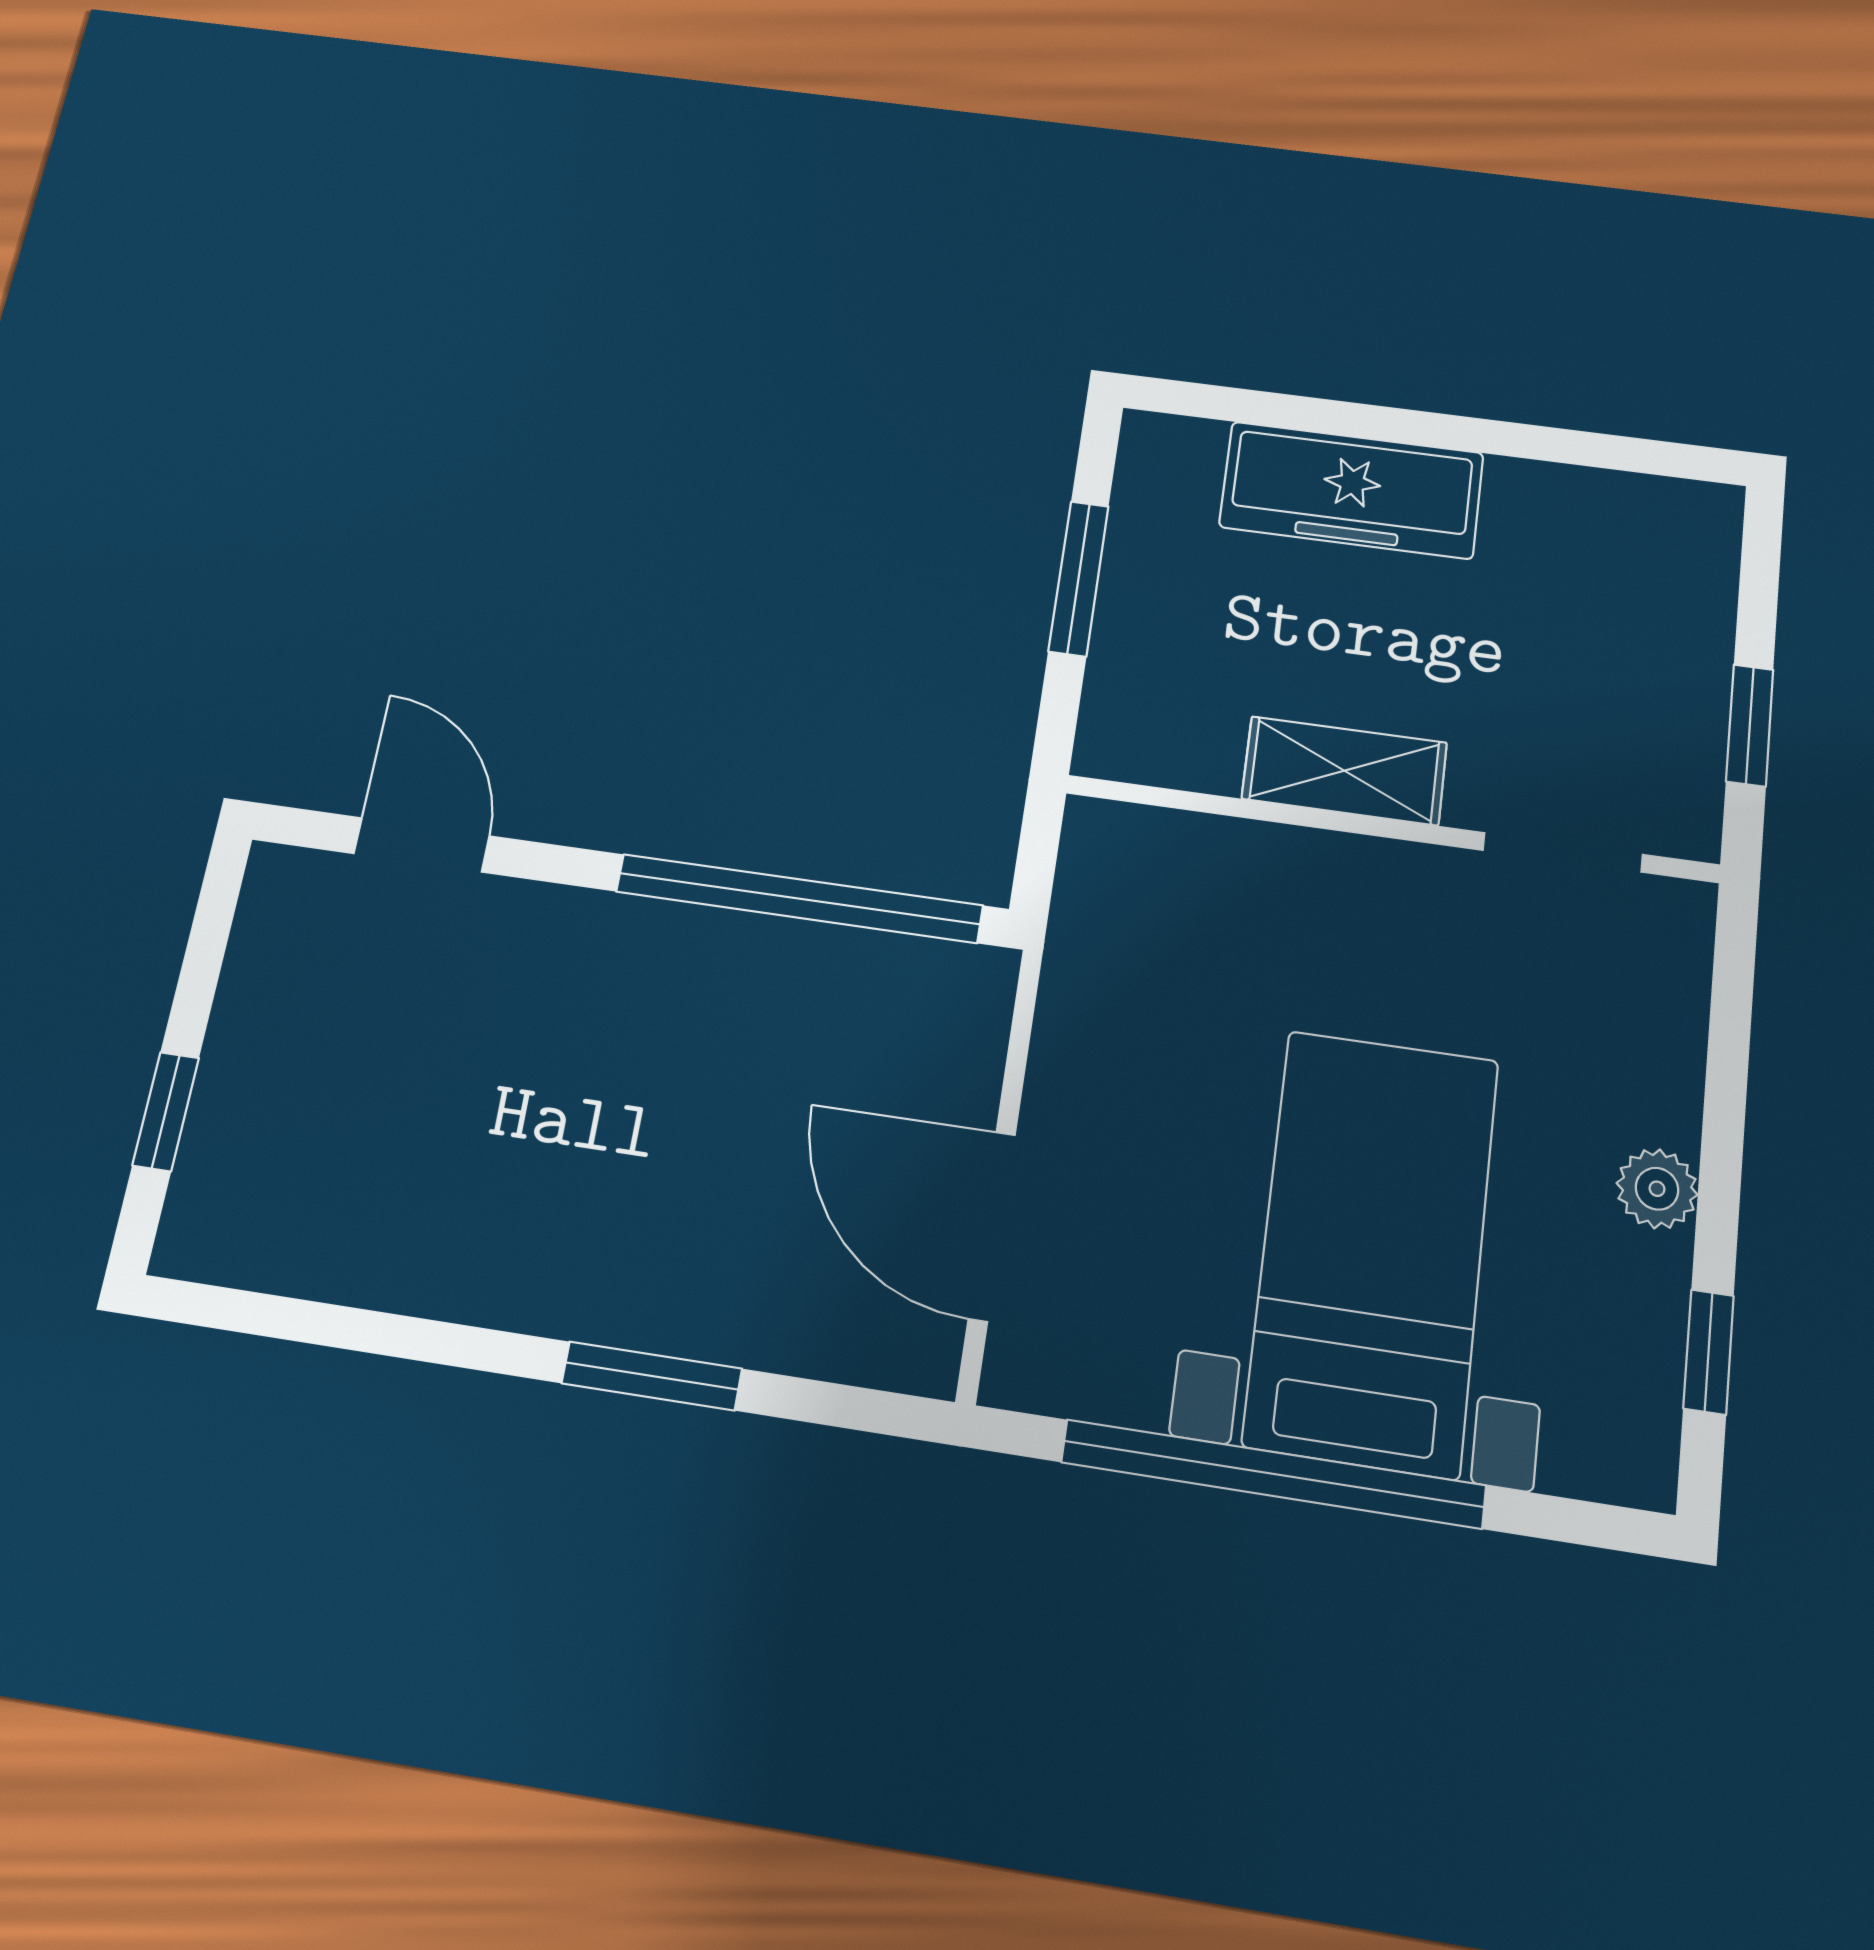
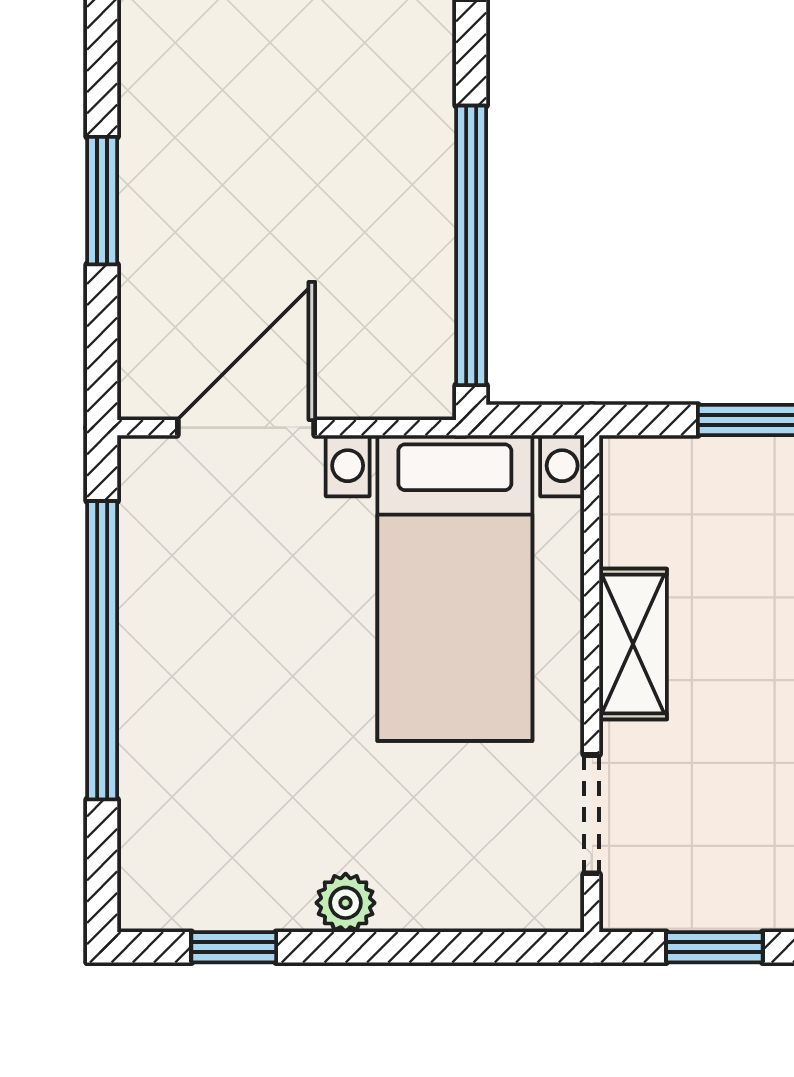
bed with nightstands: (1372, 1250) -> (455, 588), moved, turned 90

